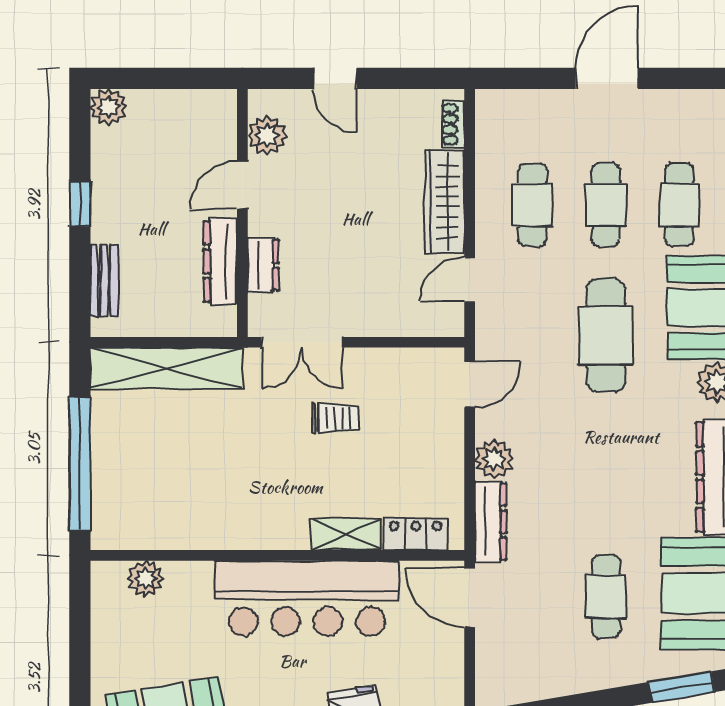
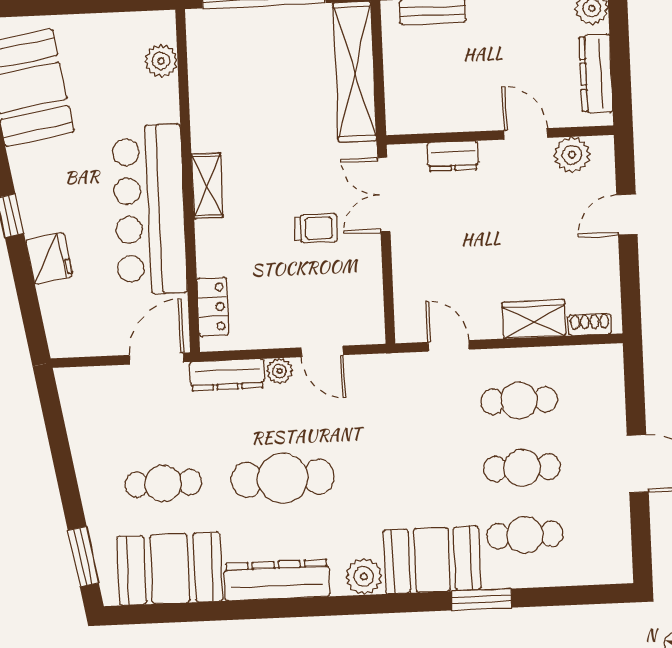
wardrobe: (444, 202) -> (534, 319), width x0.67
dresser: (220, 261) -> (596, 74), moved, turned -90
cafe table: (606, 335) -> (283, 478), moved
door: (470, 384) -> (322, 351), moved
trolley: (335, 418) -> (316, 228), turned -90
plant: (494, 459) -> (279, 371), width x0.73, depth x0.73
shelving: (346, 534) -> (207, 186), moved

